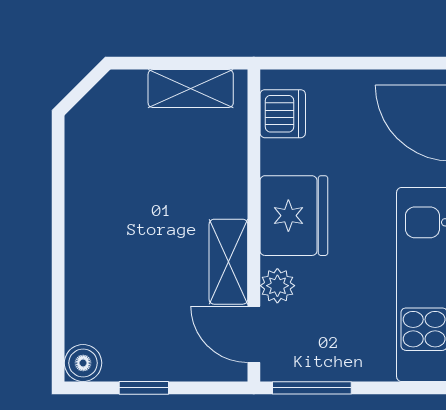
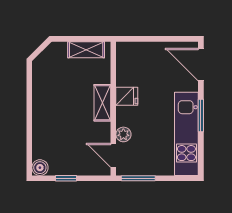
dishwasher: (283, 114) -> (126, 61), removed
fridge: (294, 216) -> (127, 96), width x0.53, depth x0.75
shelving: (228, 262) -> (102, 103), moved

